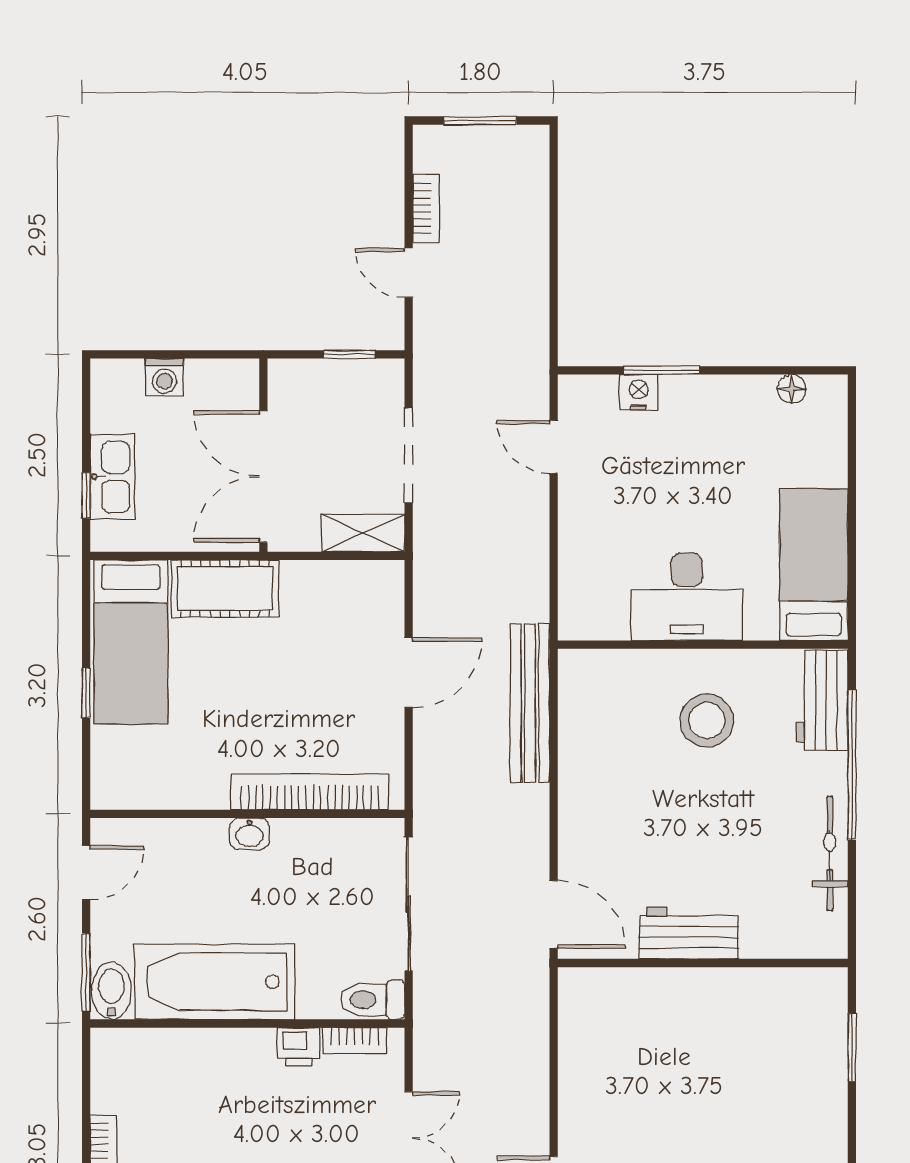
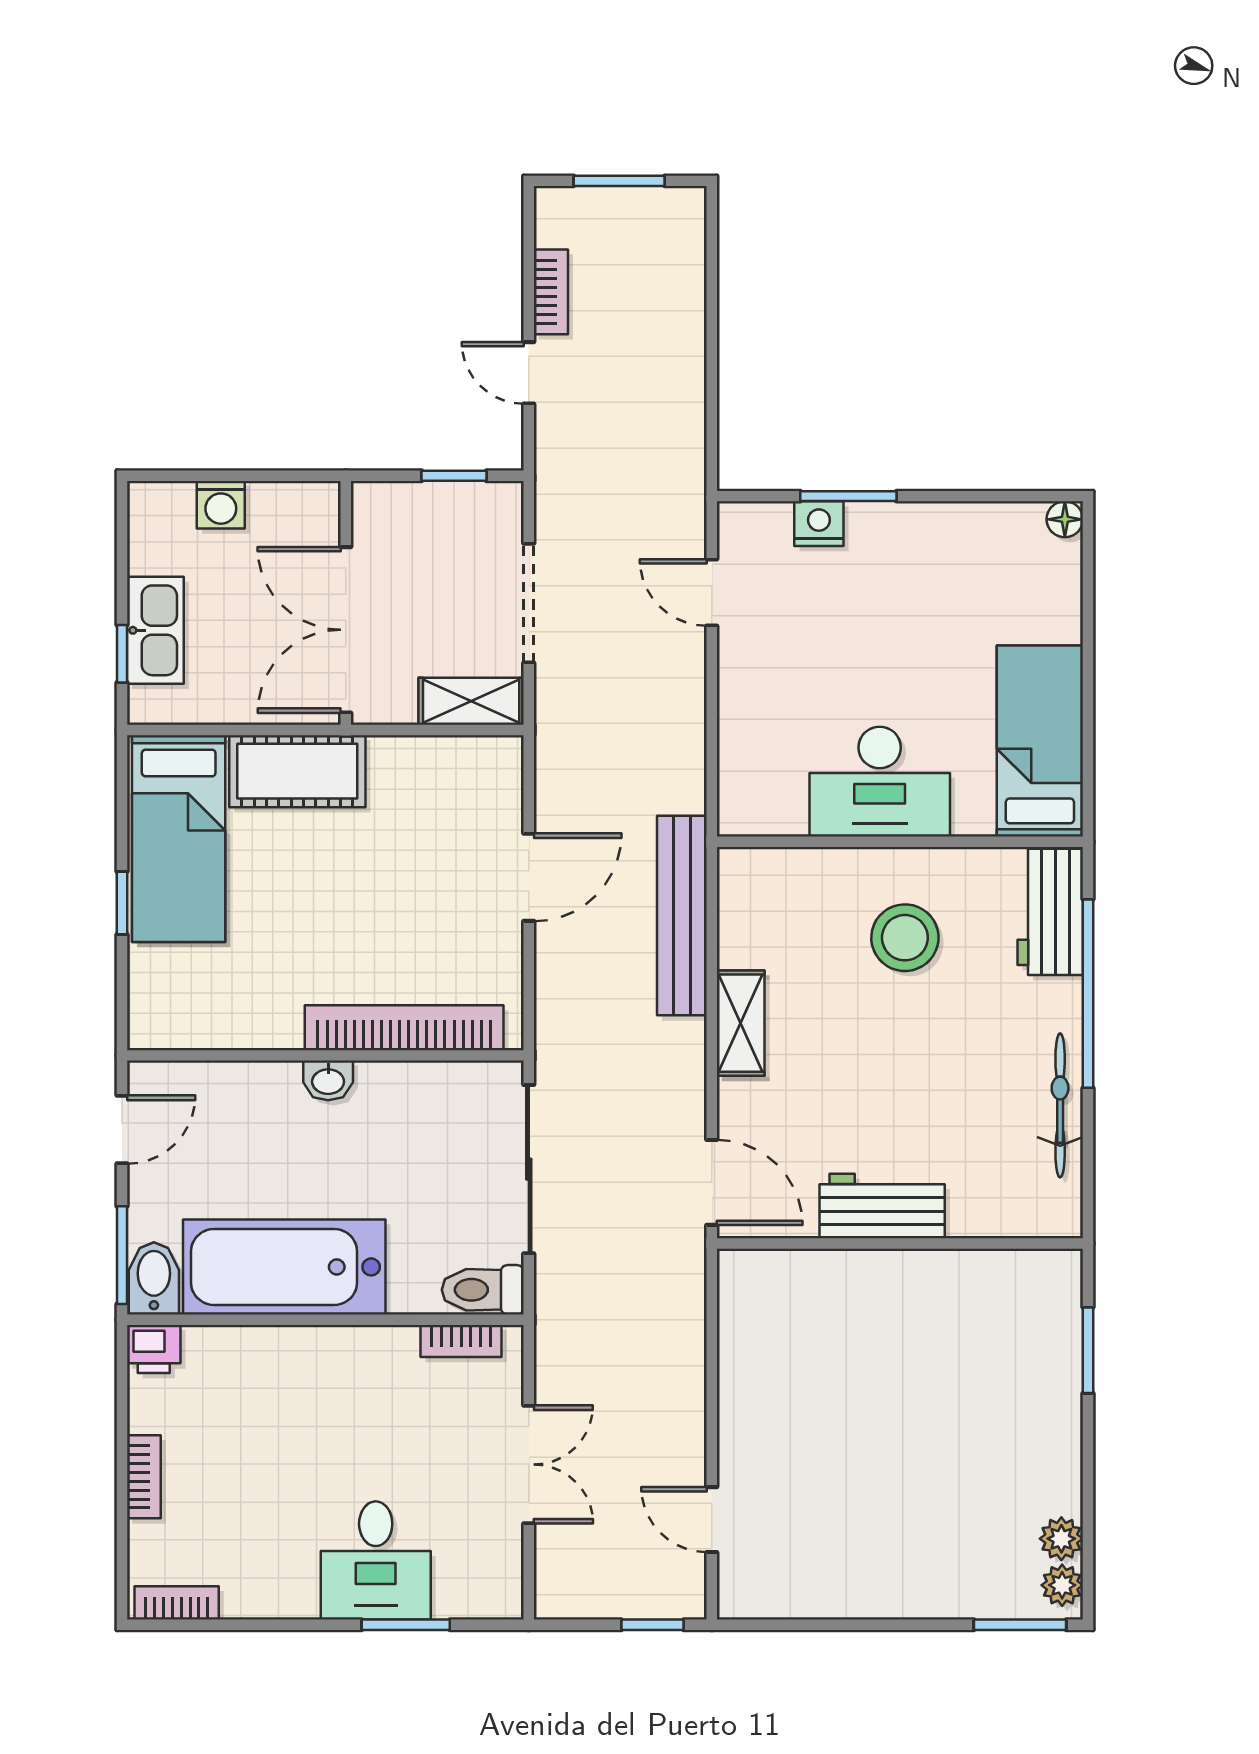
floor lamp: (792, 389) -> (1065, 519), moved
shelving: (577, 788) -> (741, 1023), added
printer: (298, 1047) -> (154, 1349), moved

